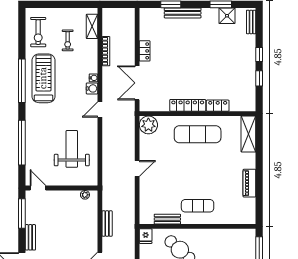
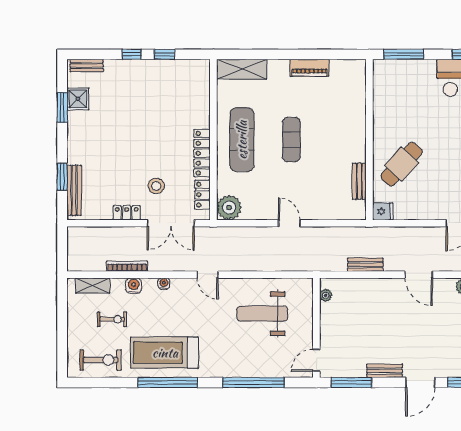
bench: (183, 13) -> (74, 190), moved
stool: (164, 72) -> (156, 186), added
water cooler: (92, 88) -> (134, 286), moved
locker: (218, 106) -> (202, 195), moved
exercise mat: (198, 206) -> (291, 140), moved

